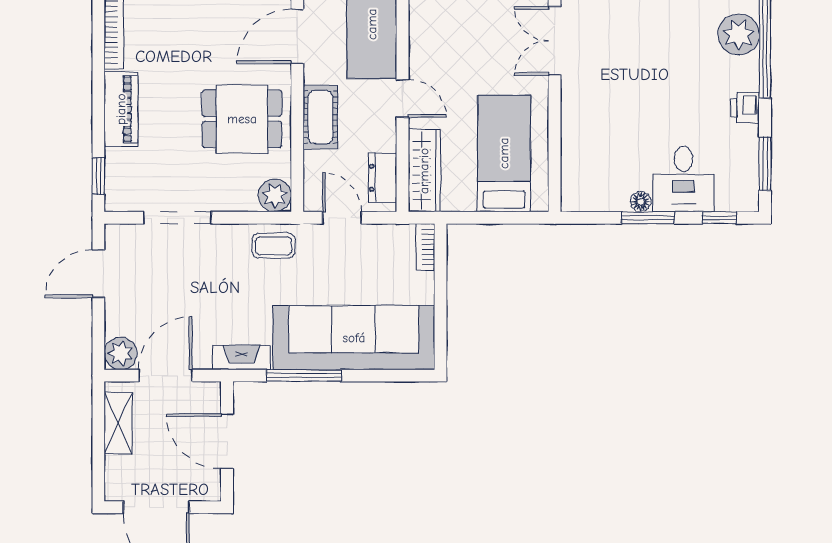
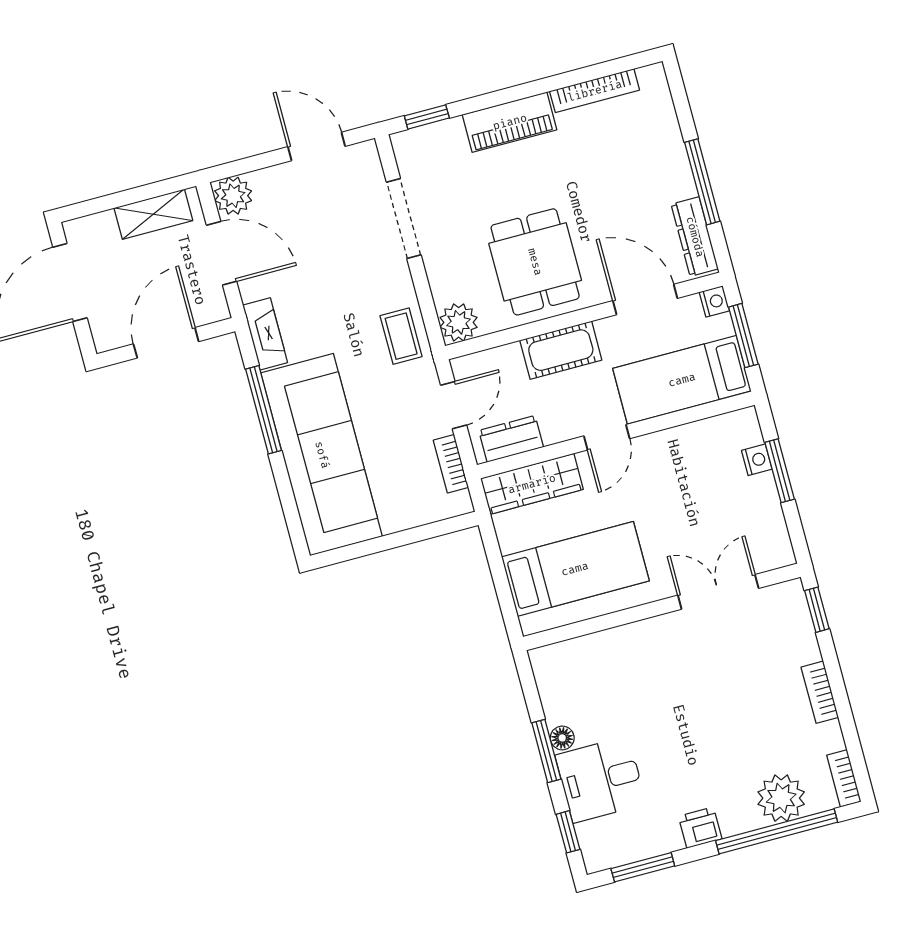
bookcase: (425, 247) -> (451, 464), moved, turned -90

